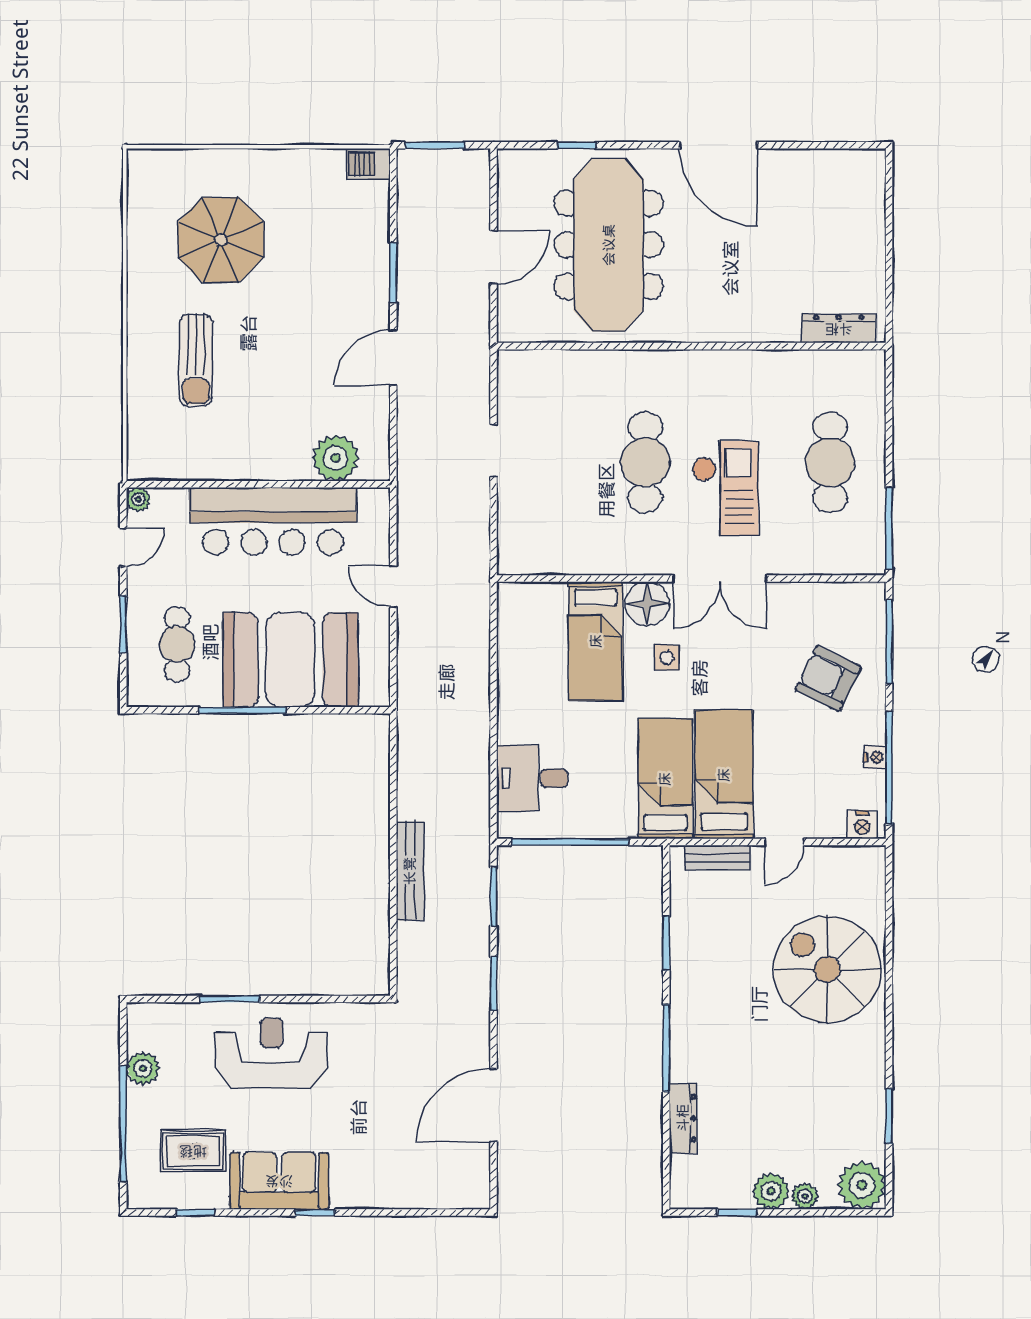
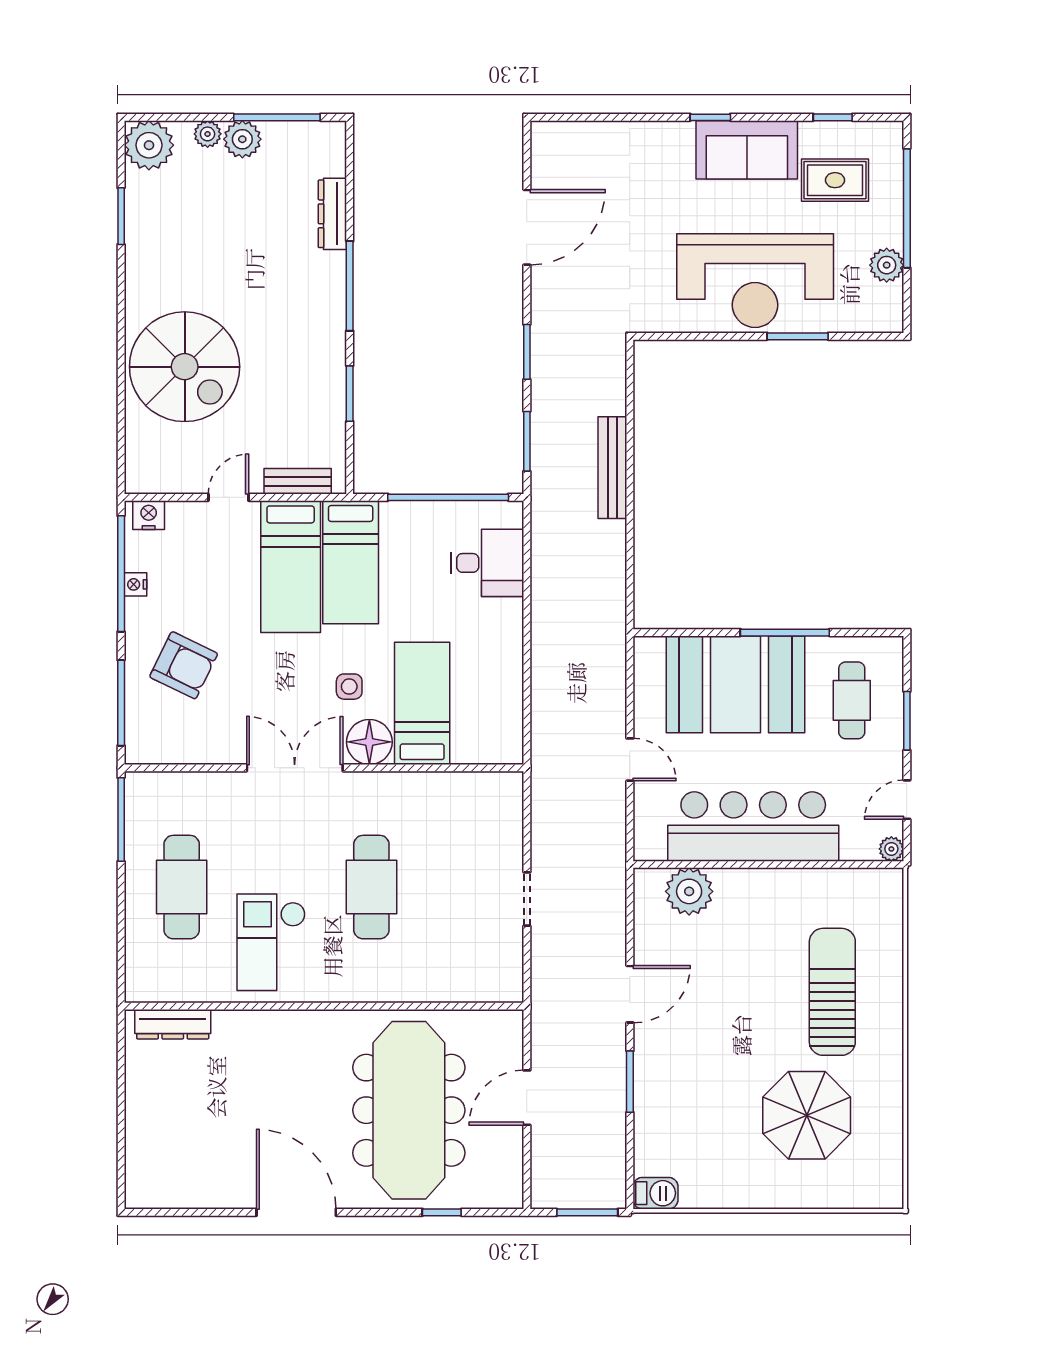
sun lounger: (196, 360) -> (832, 992), width x1.36, depth x1.34
checkout: (725, 488) -> (271, 942), moved
reception desk: (271, 1053) -> (755, 281), width x1.36, depth x1.30
window: (737, 1212) -> (277, 117), width x2.17

